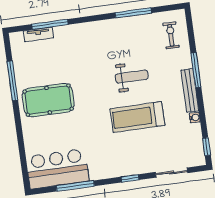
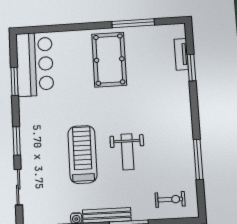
window: (50, 24) -> (191, 68), width x0.69
window: (130, 178) -> (17, 141), width x1.50
window: (75, 186) -> (15, 81), width x0.69

